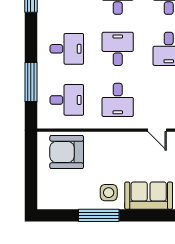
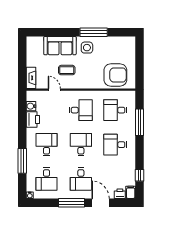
desk: (118, 49) -> (81, 145), turned 180
desk: (118, 100) -> (81, 110), turned 90
coffee table: (139, 159) -> (67, 70), added

